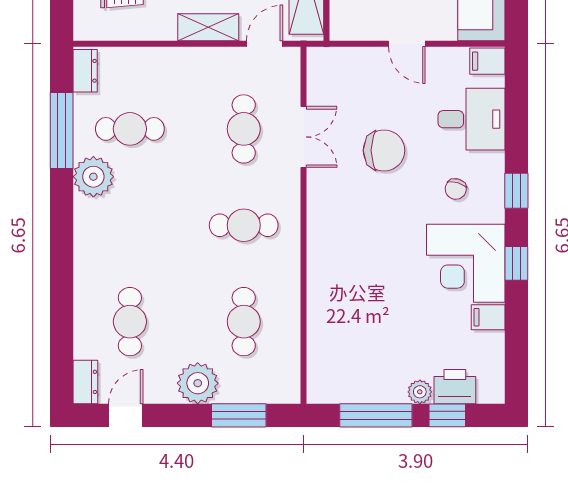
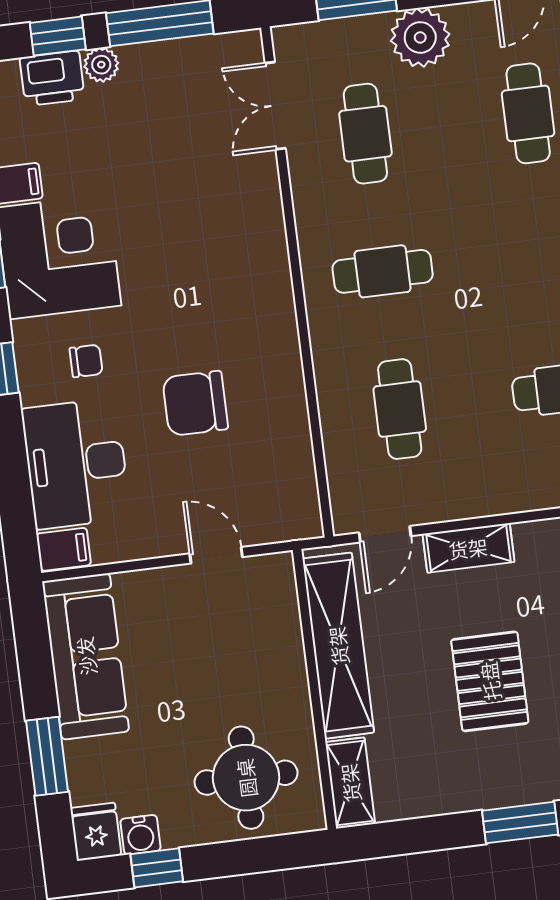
door: (407, 44) -> (216, 555), moved
desk: (472, 119) -> (76, 464), width x1.37
double door: (303, 137) -> (275, 106), moved
chair: (456, 189) -> (86, 361), turned 74

